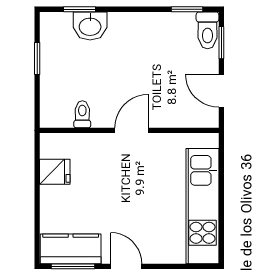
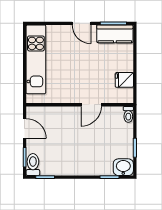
washbasin: (90, 26) -> (123, 167), moved
toilet: (82, 114) -> (128, 114), moved
door: (132, 130) -> (91, 105), moved

